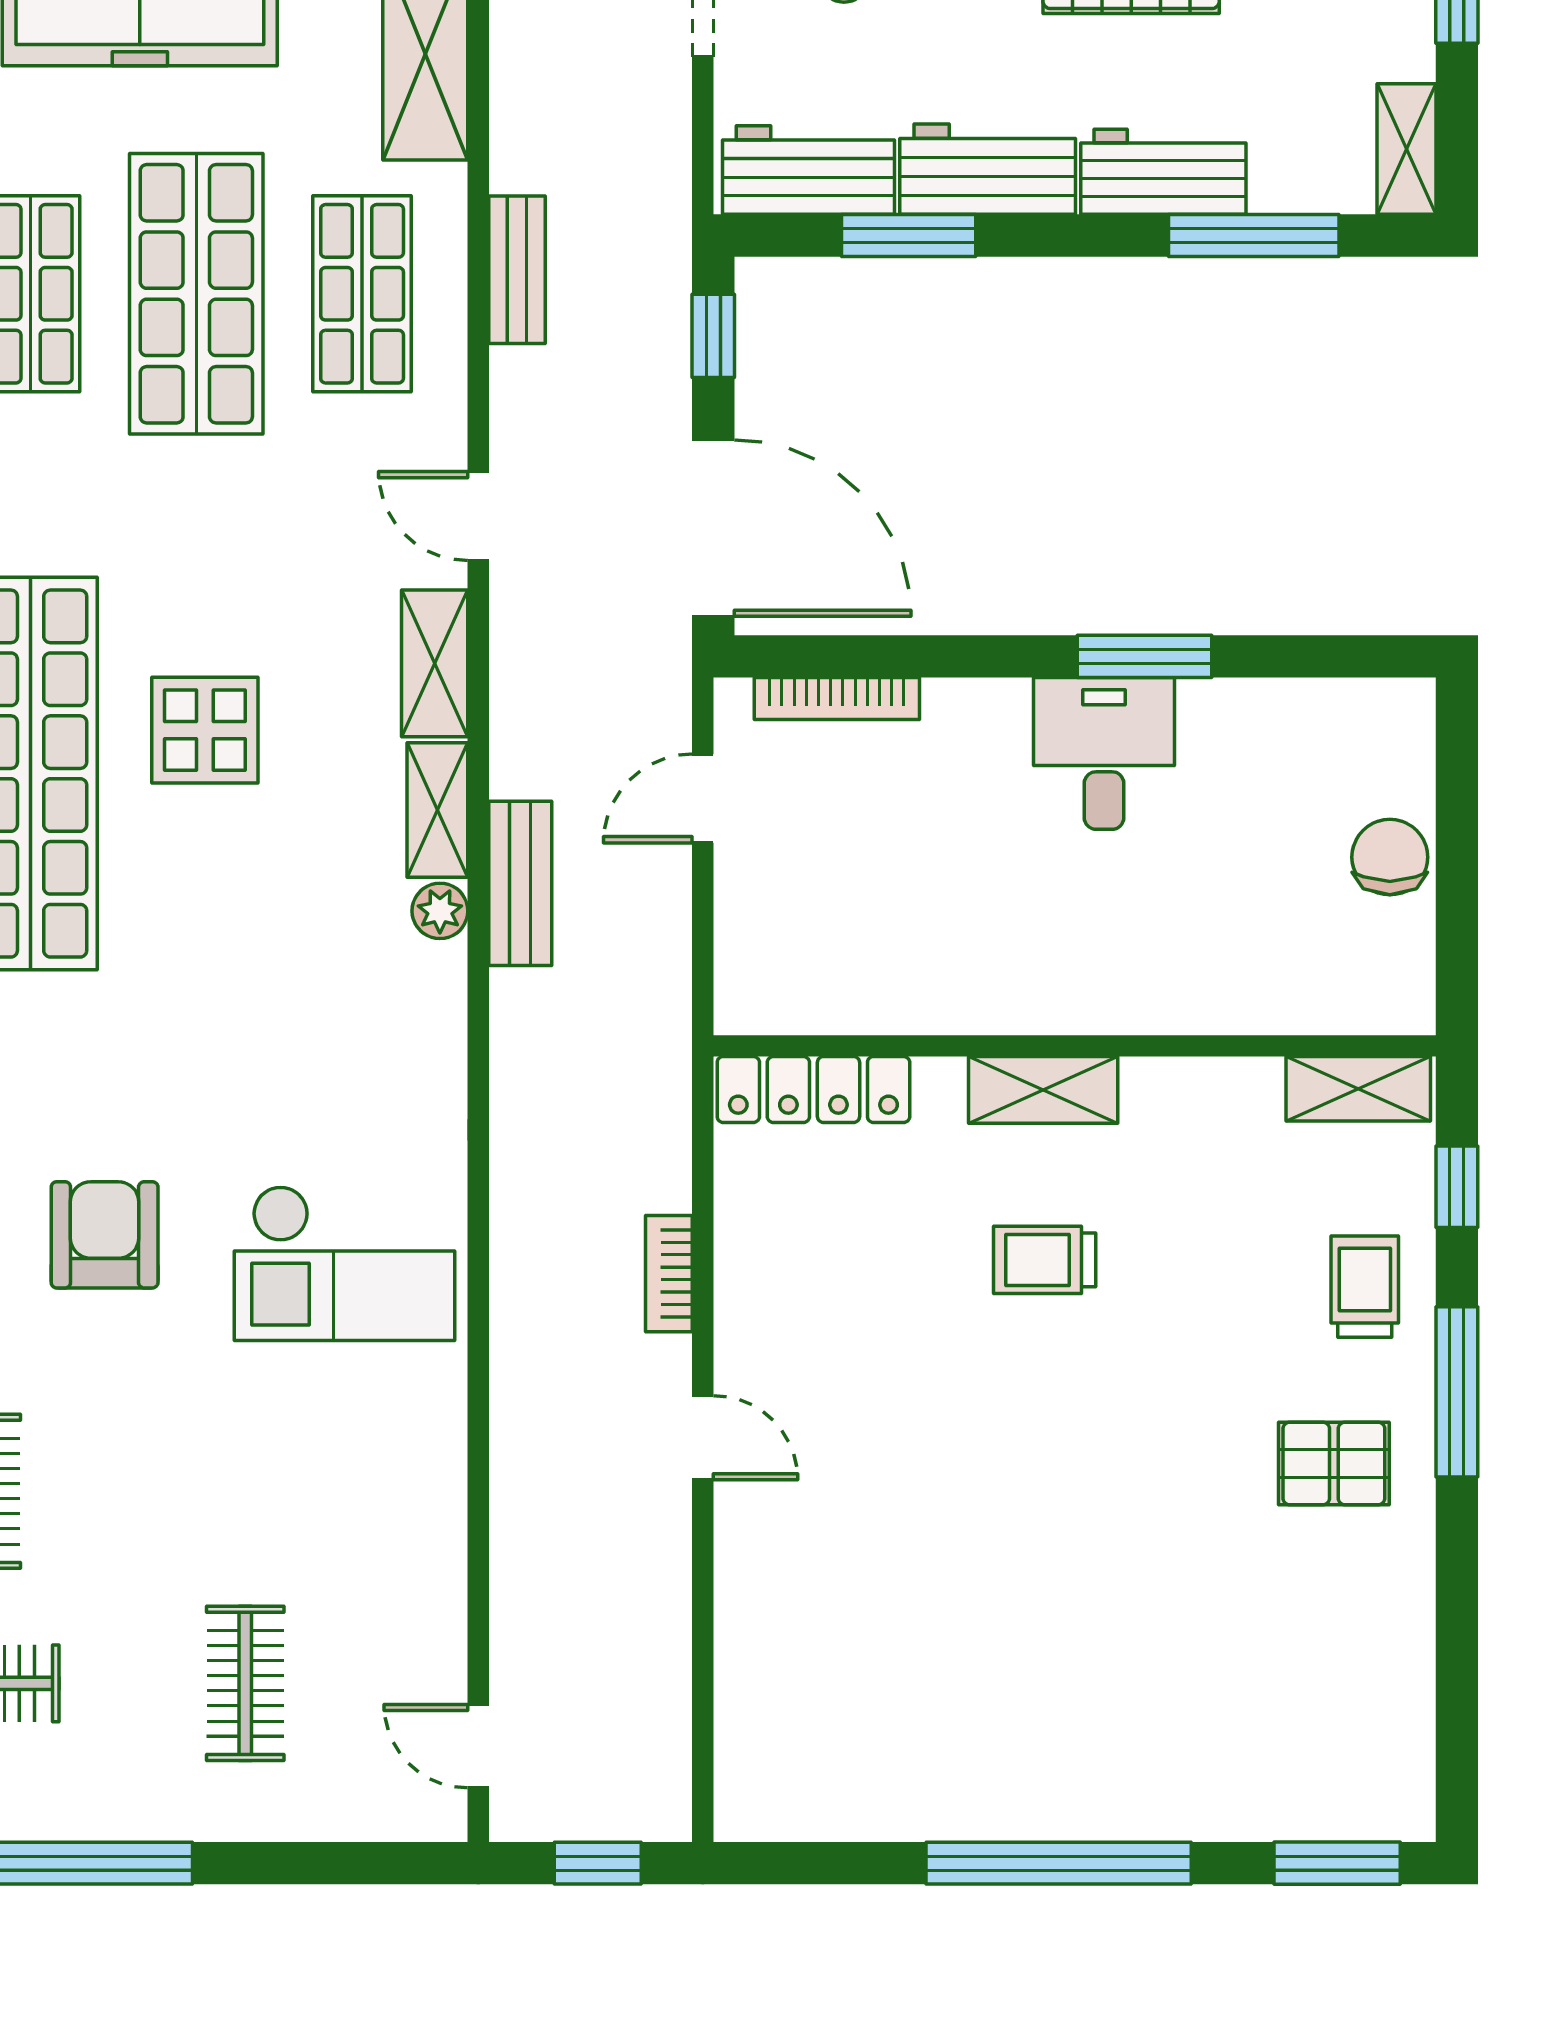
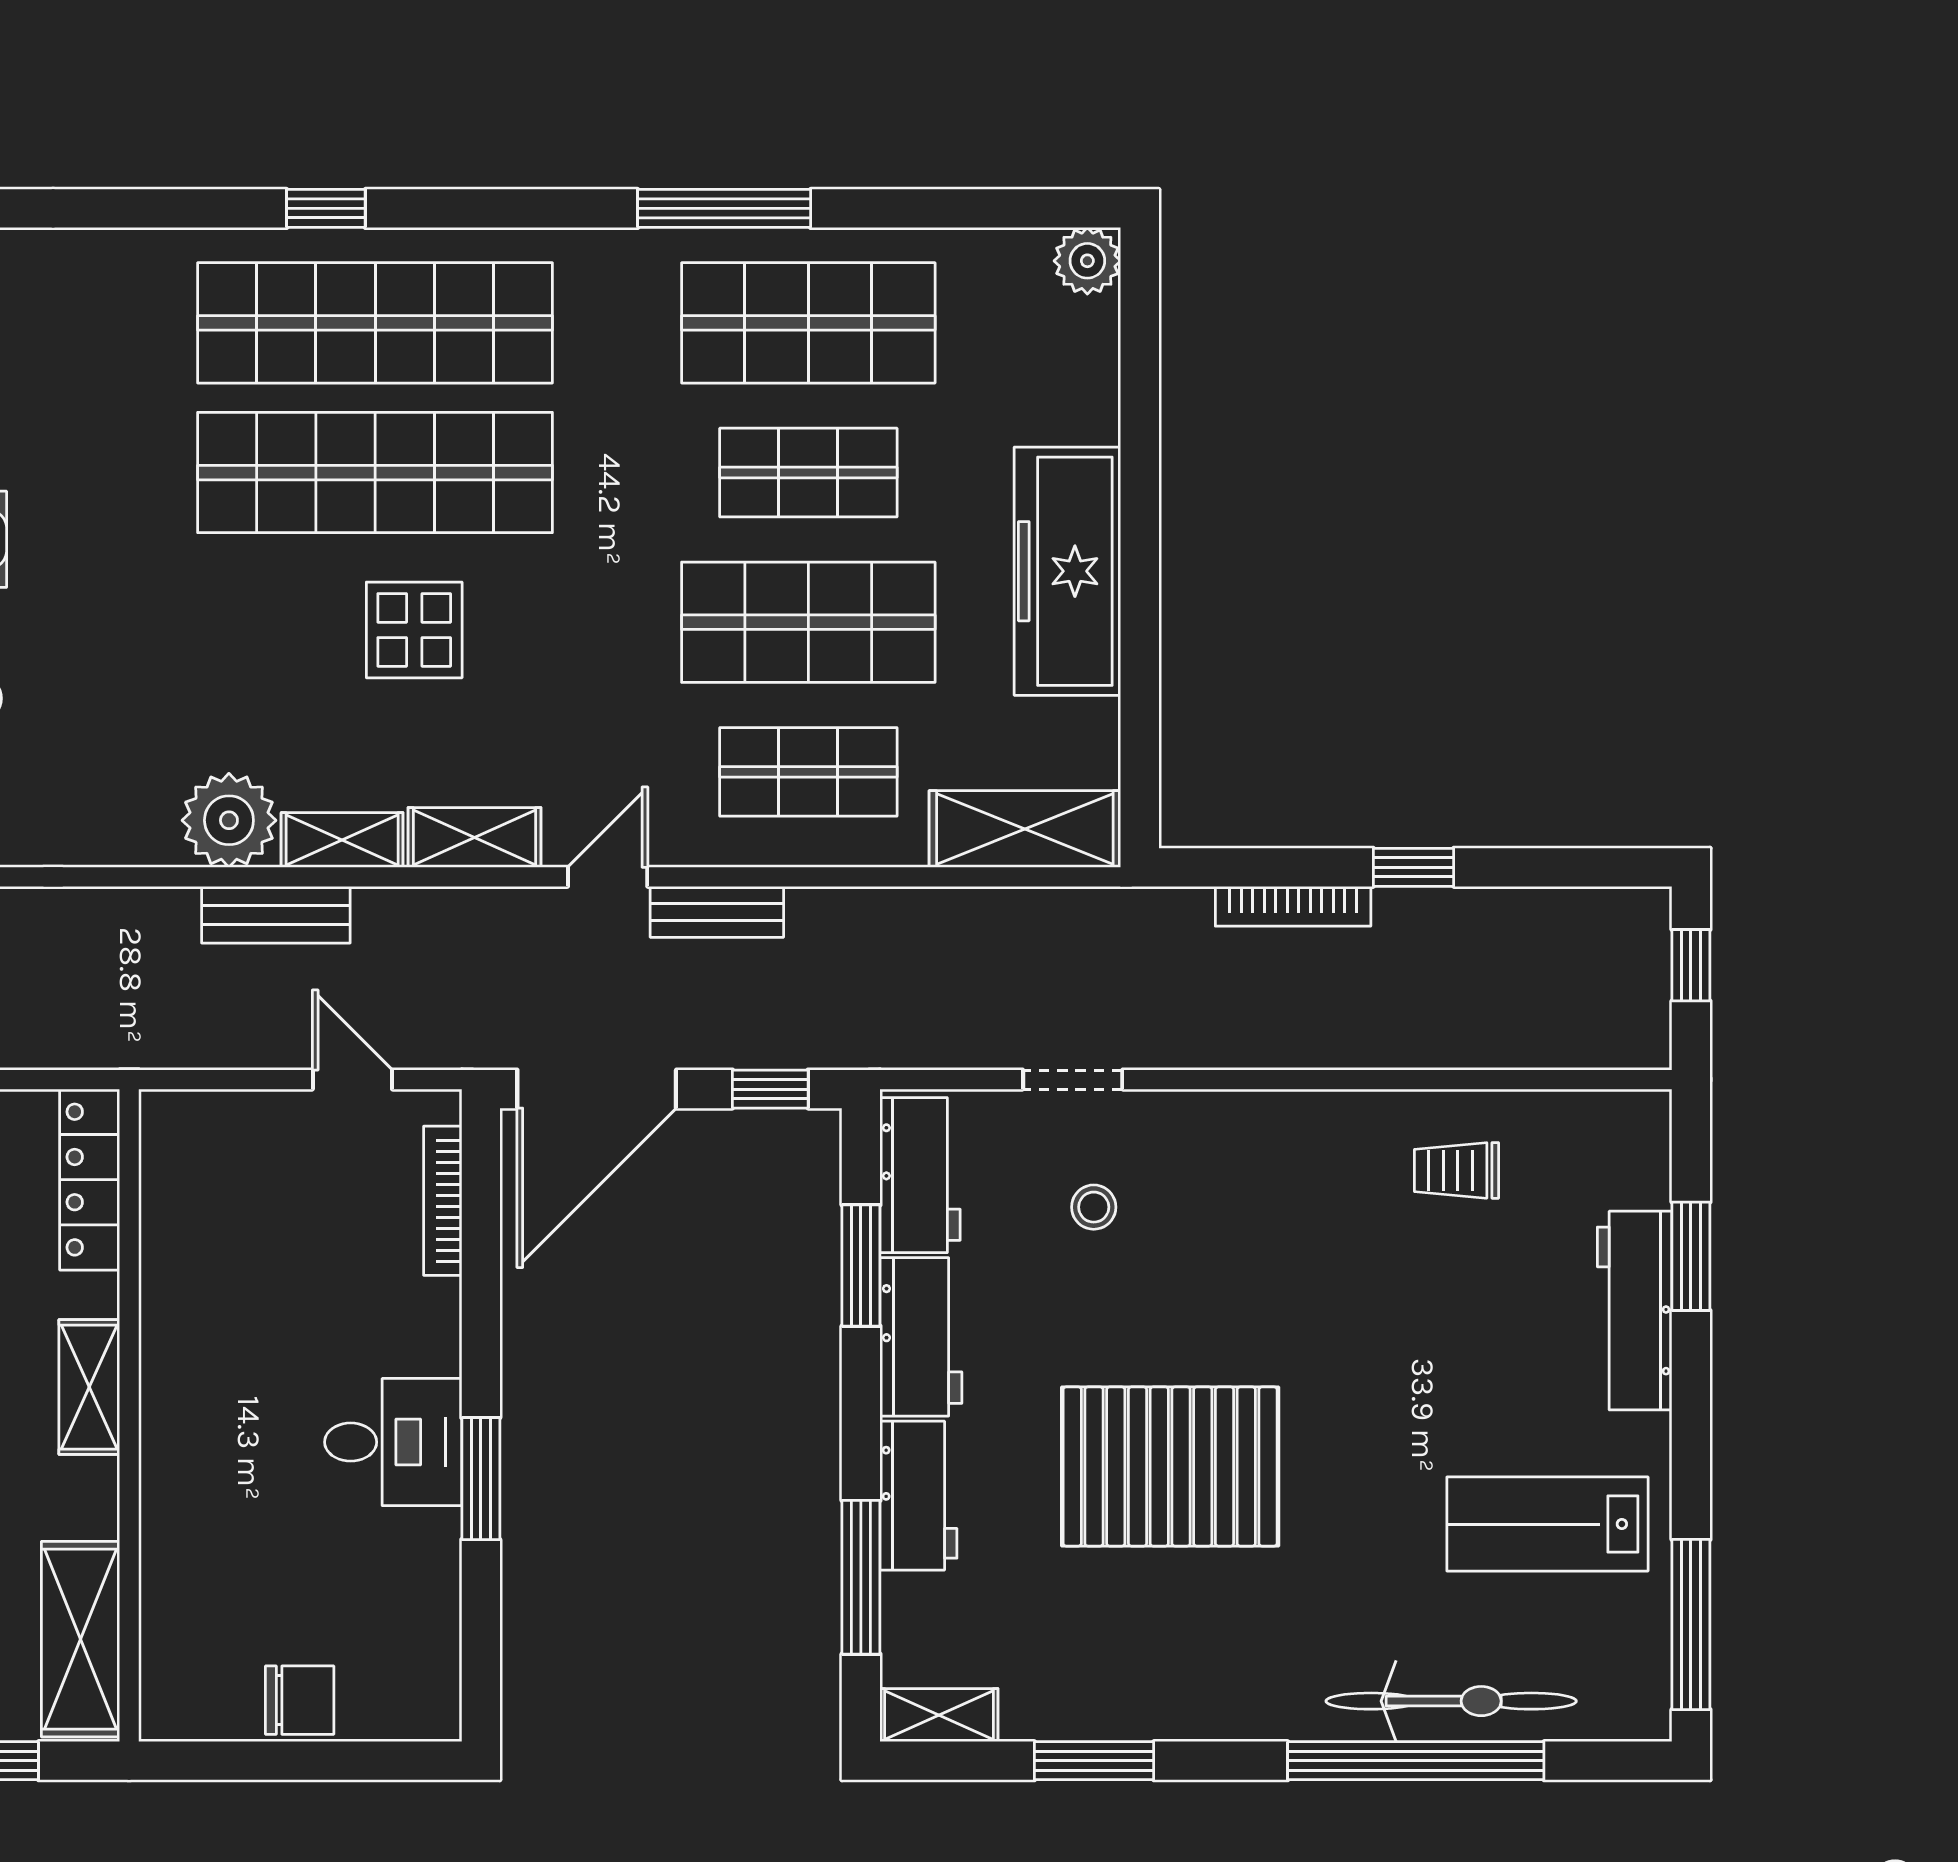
bench: (517, 270) -> (717, 912), moved
plant: (440, 911) -> (229, 820), width x1.88, depth x1.88
shelving: (1358, 1089) -> (81, 1639), width x1.50, depth x1.33

